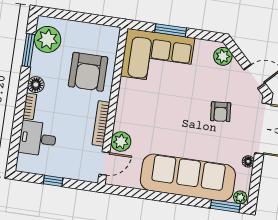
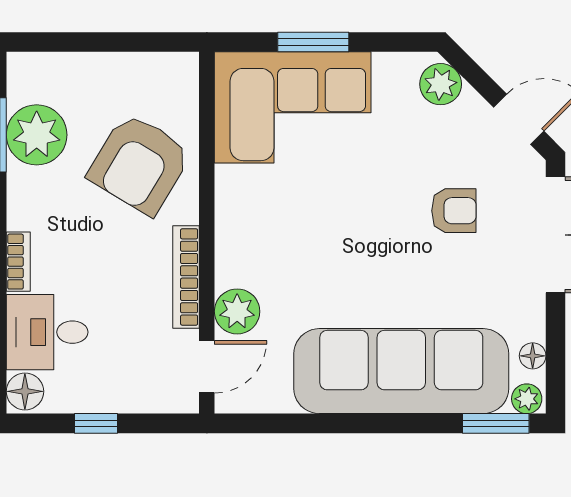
plant: (48, 39) -> (37, 135), moved
armchair: (88, 72) -> (140, 164), turned 31
floor lamp: (36, 85) -> (25, 391), moved
armchair: (221, 112) -> (454, 211), turned -85
floor lamp: (248, 161) -> (533, 356), moved

